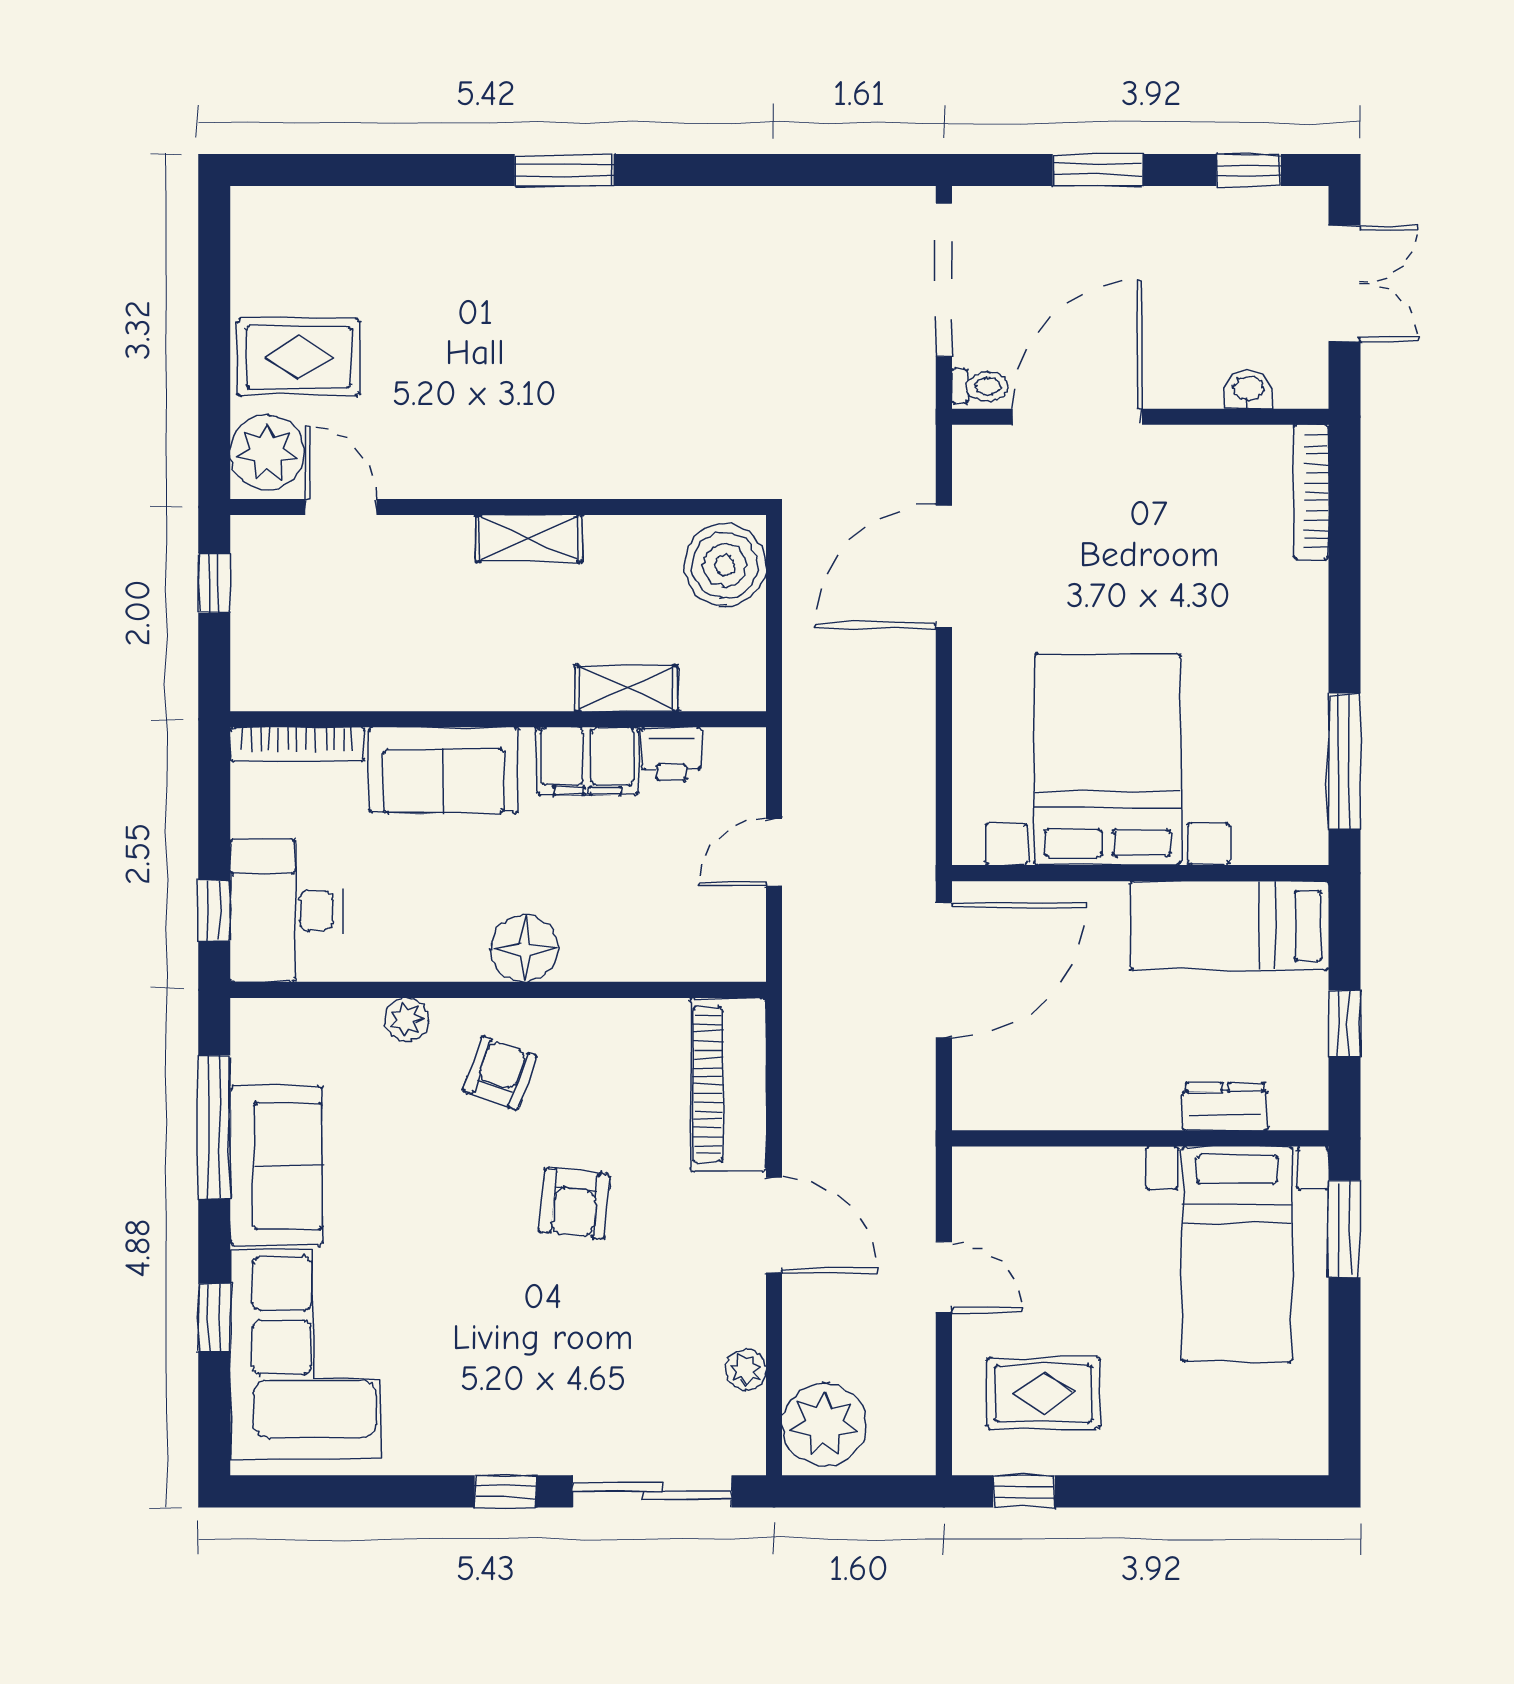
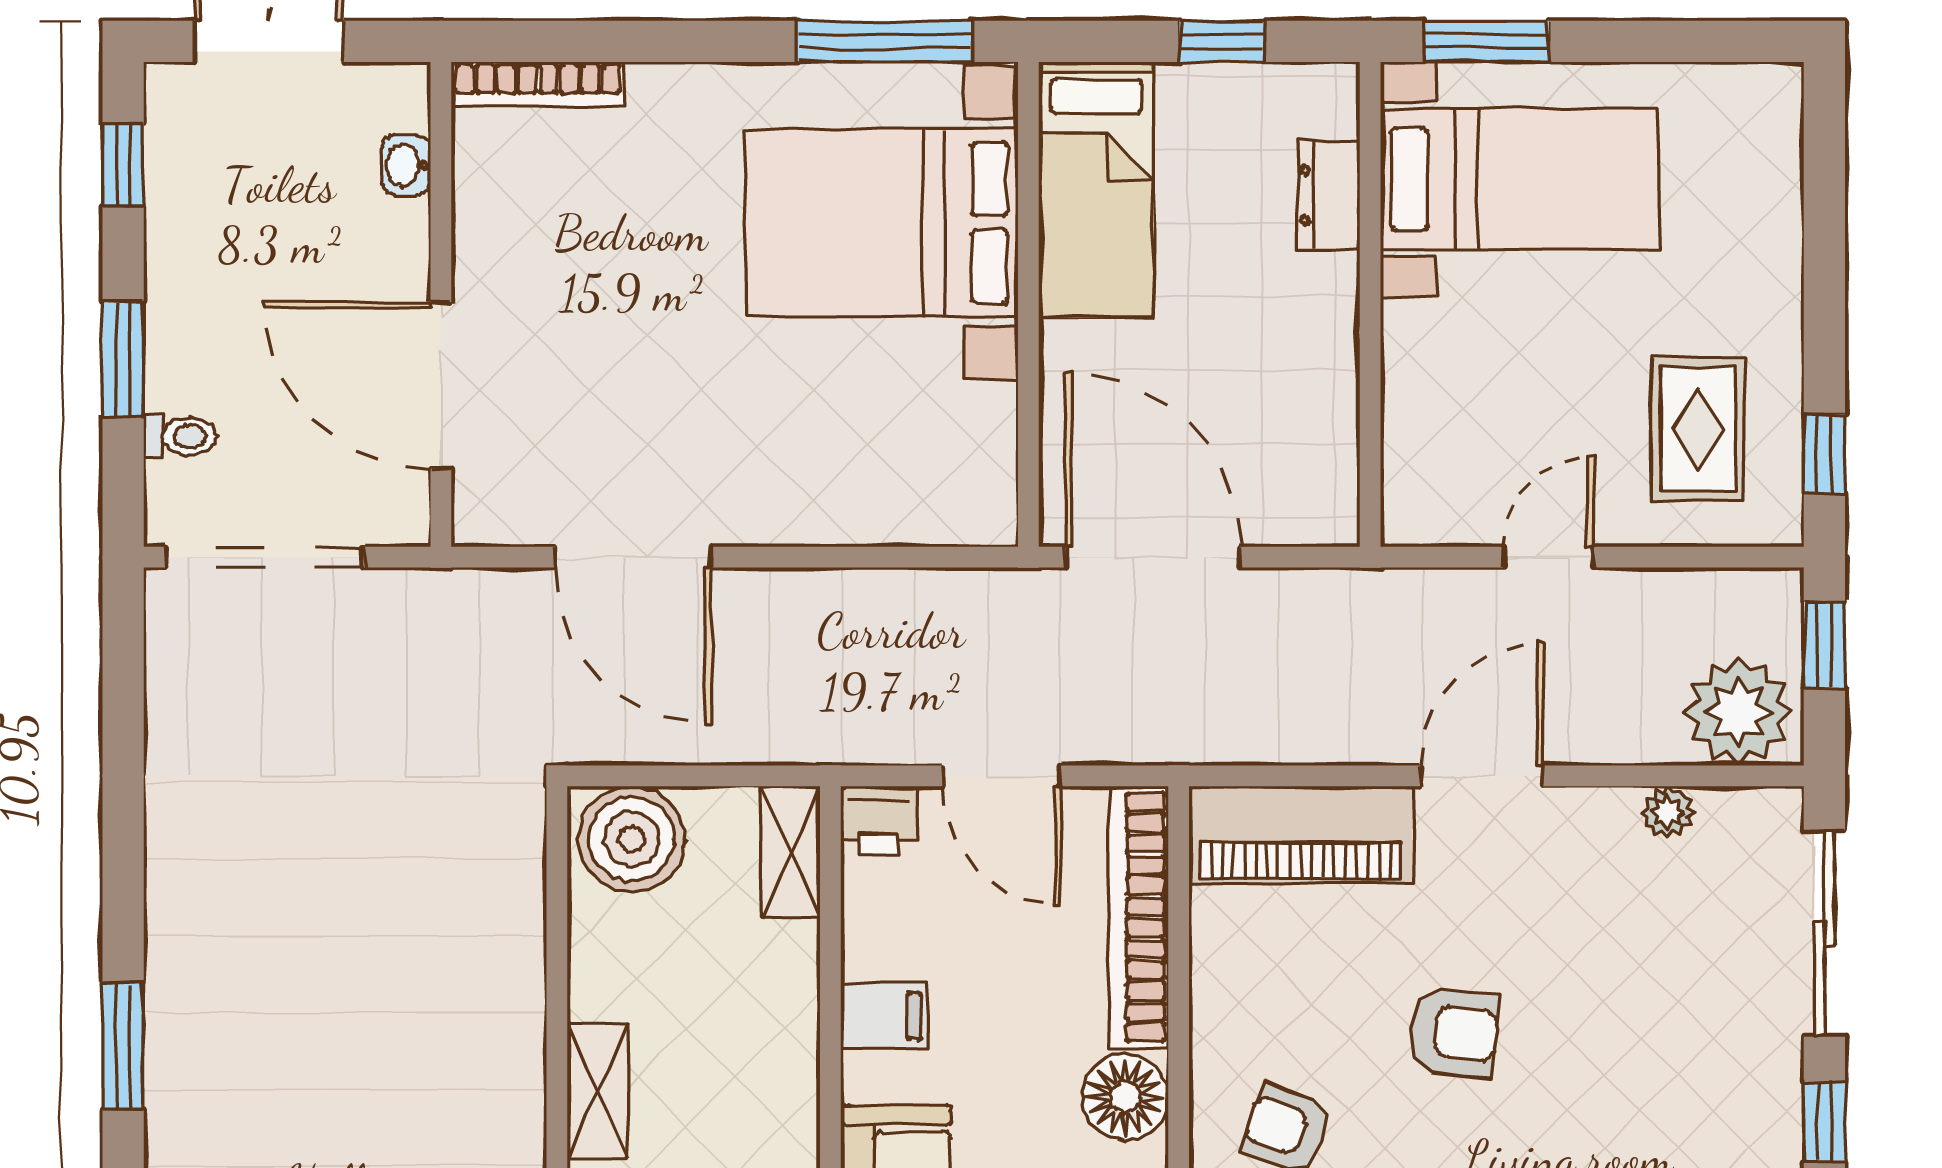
toilet: (980, 386) -> (180, 436), moved, turned 90
shelving: (626, 688) -> (790, 852), moved
printer: (671, 754) -> (878, 820), moved, turned 90
bed with nightstands: (1108, 759) -> (882, 223), moved
filing cabinet: (587, 761) -> (884, 1016), width x0.50
door: (774, 852) -> (1002, 776), width x1.38
bookcase: (664, 959) -> (1139, 917), added
window: (875, 1491) -> (1824, 645), added

